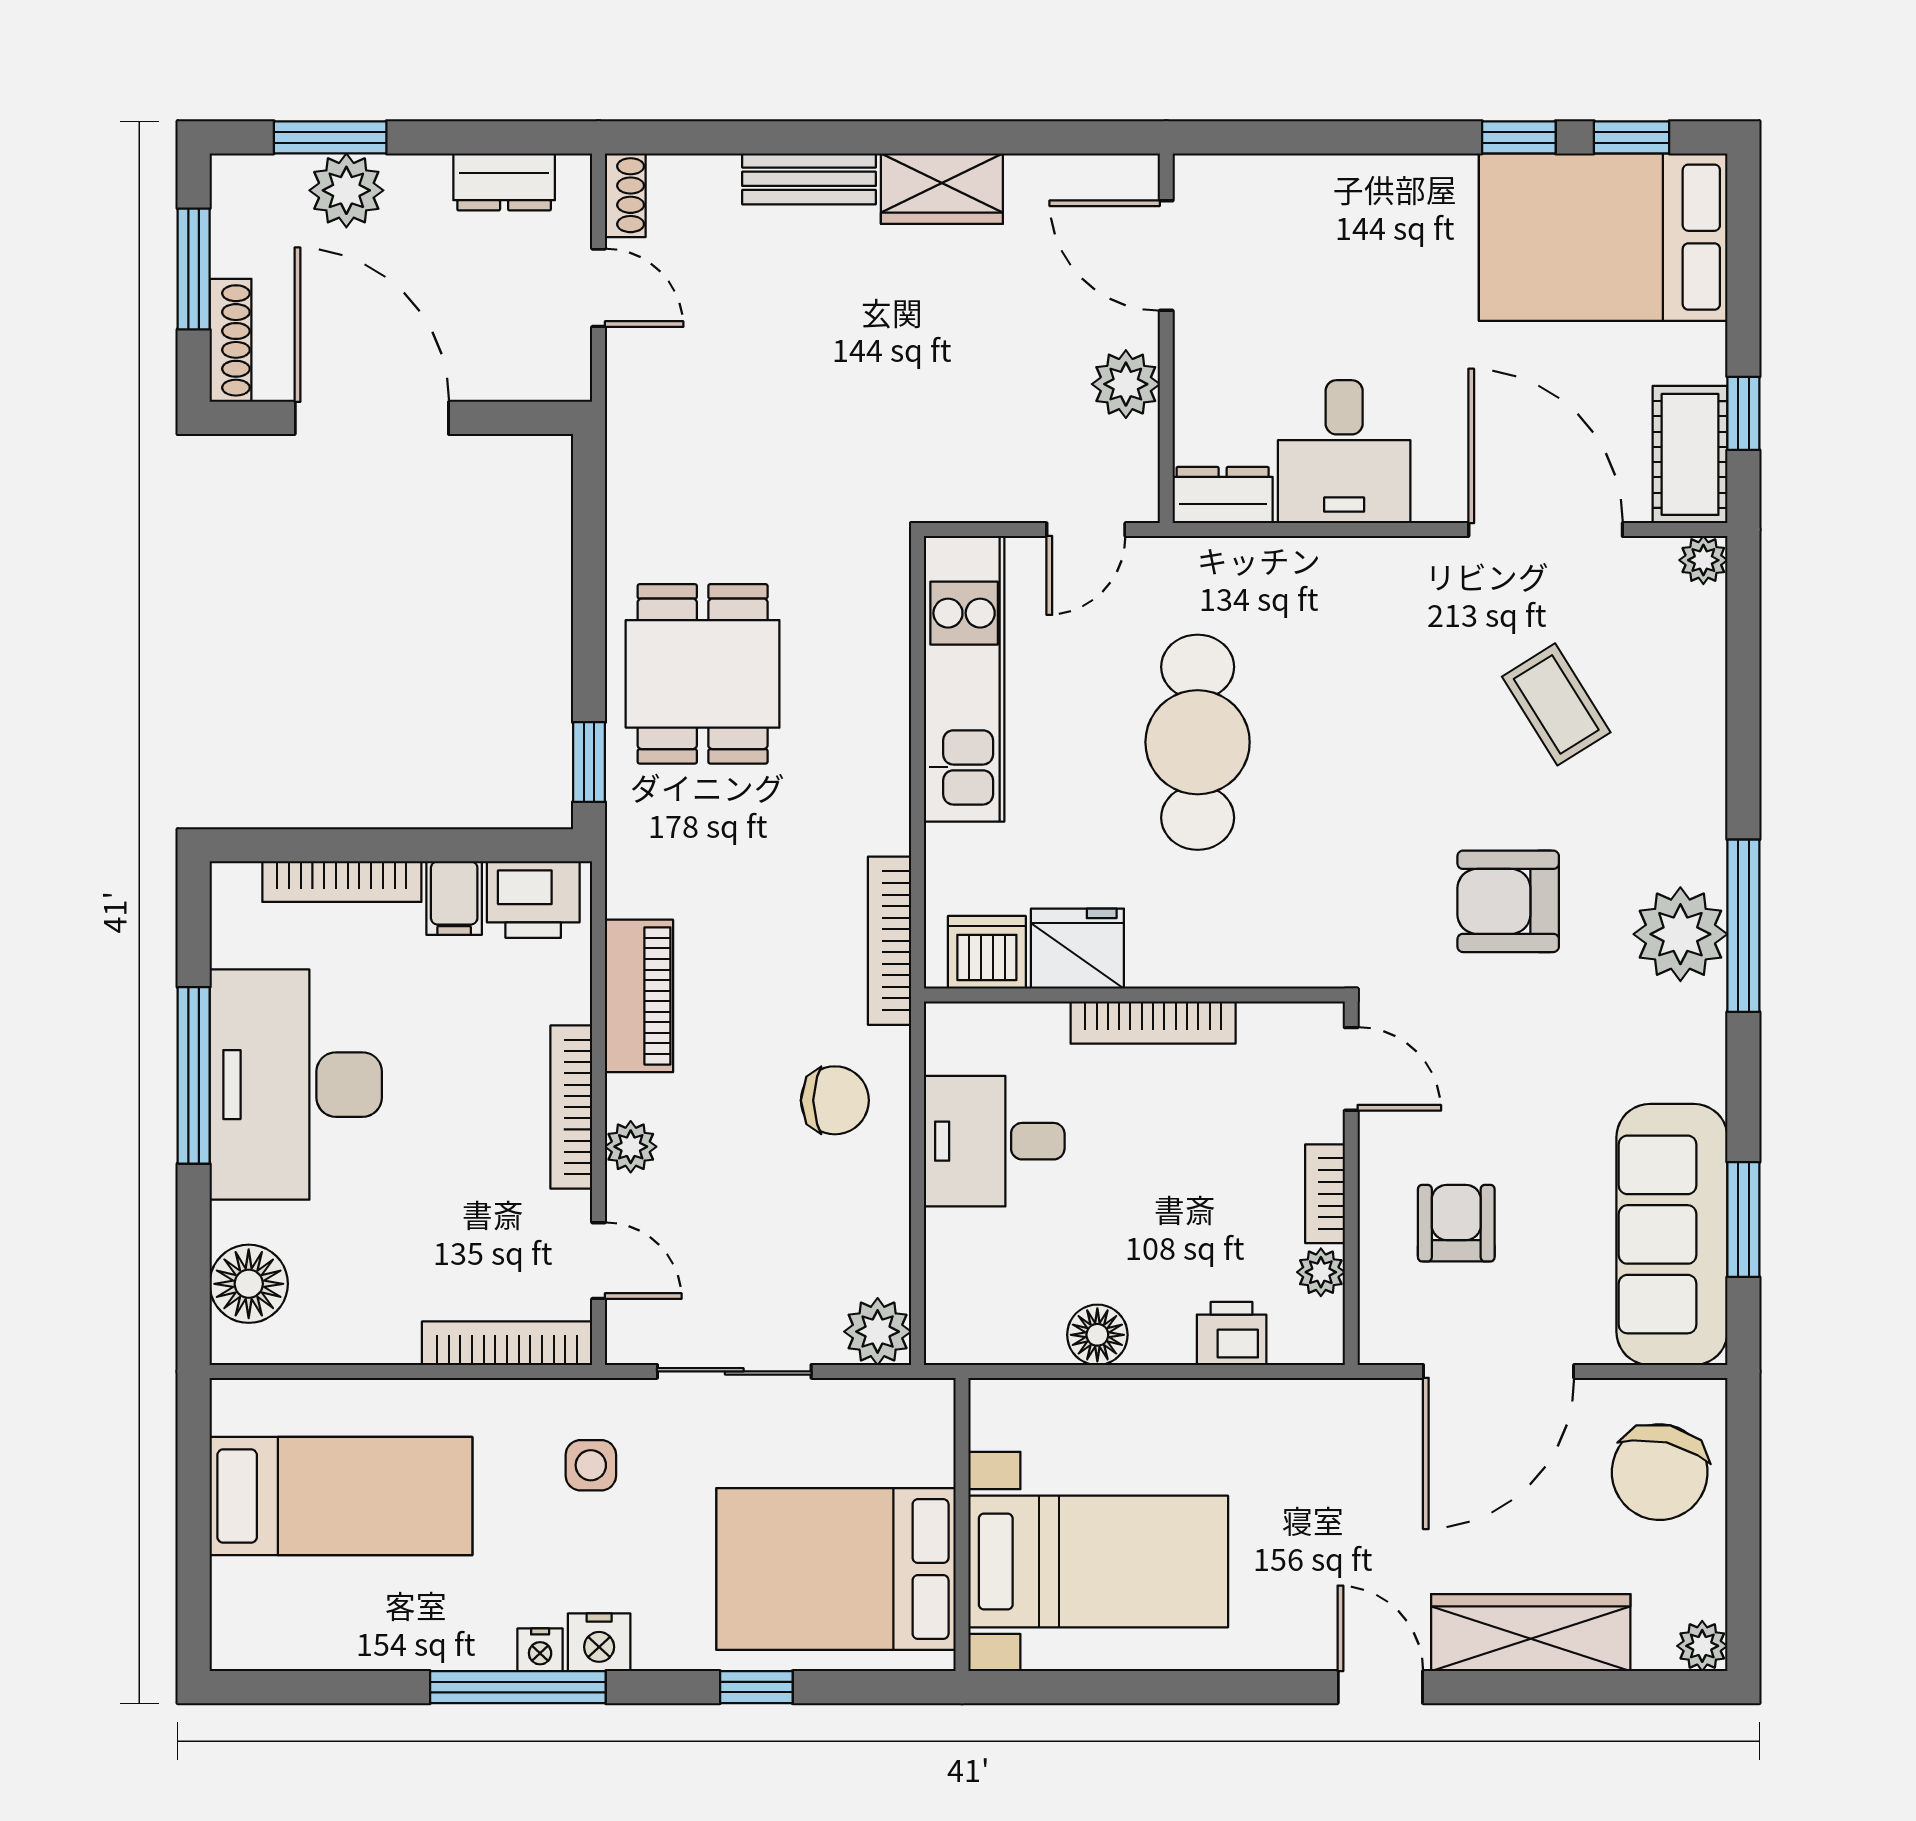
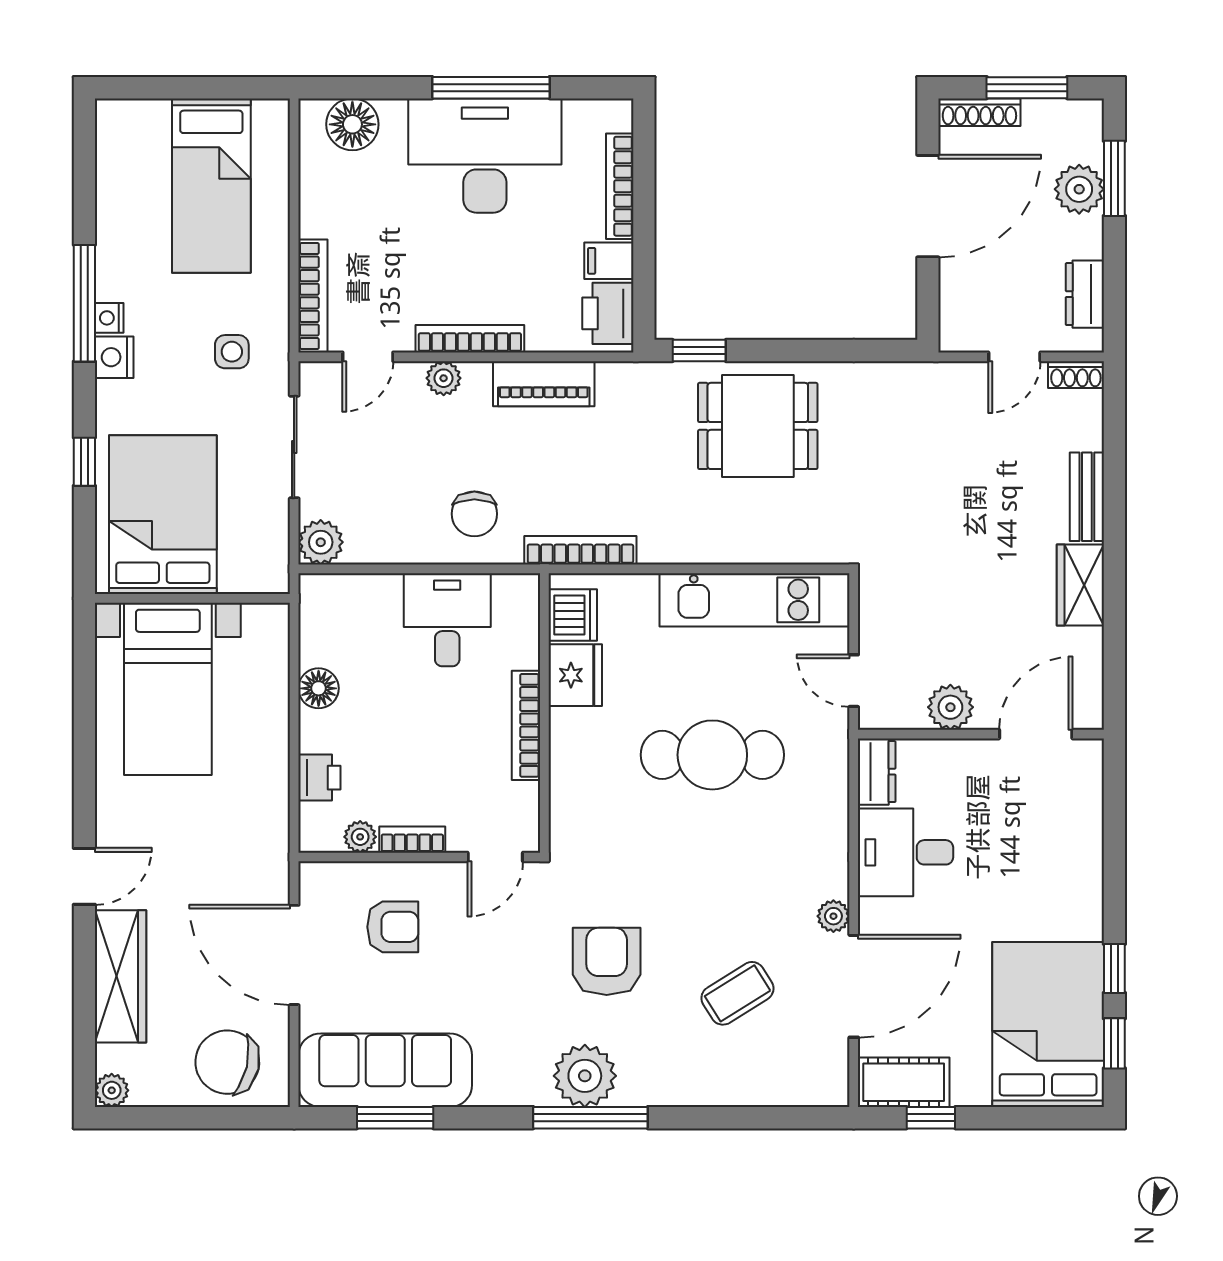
plant: (1703, 560) -> (833, 916), moved

